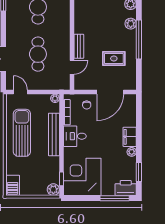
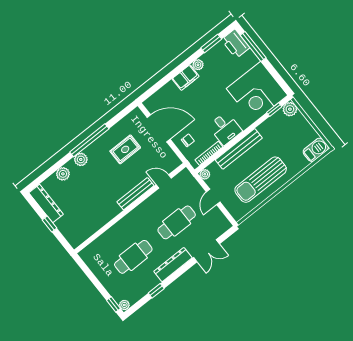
dresser: (12, 29) -> (173, 265), added
bench: (79, 46) -> (135, 194), width x1.36
rug: (114, 58) -> (125, 149), turned 90
door: (20, 92) -> (213, 197), moved

